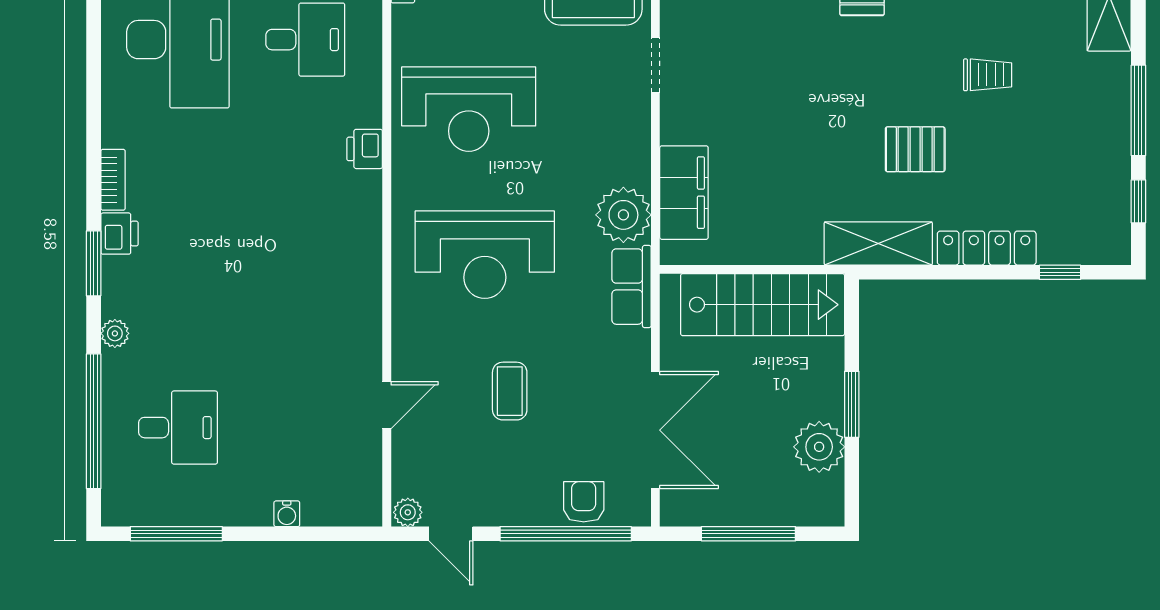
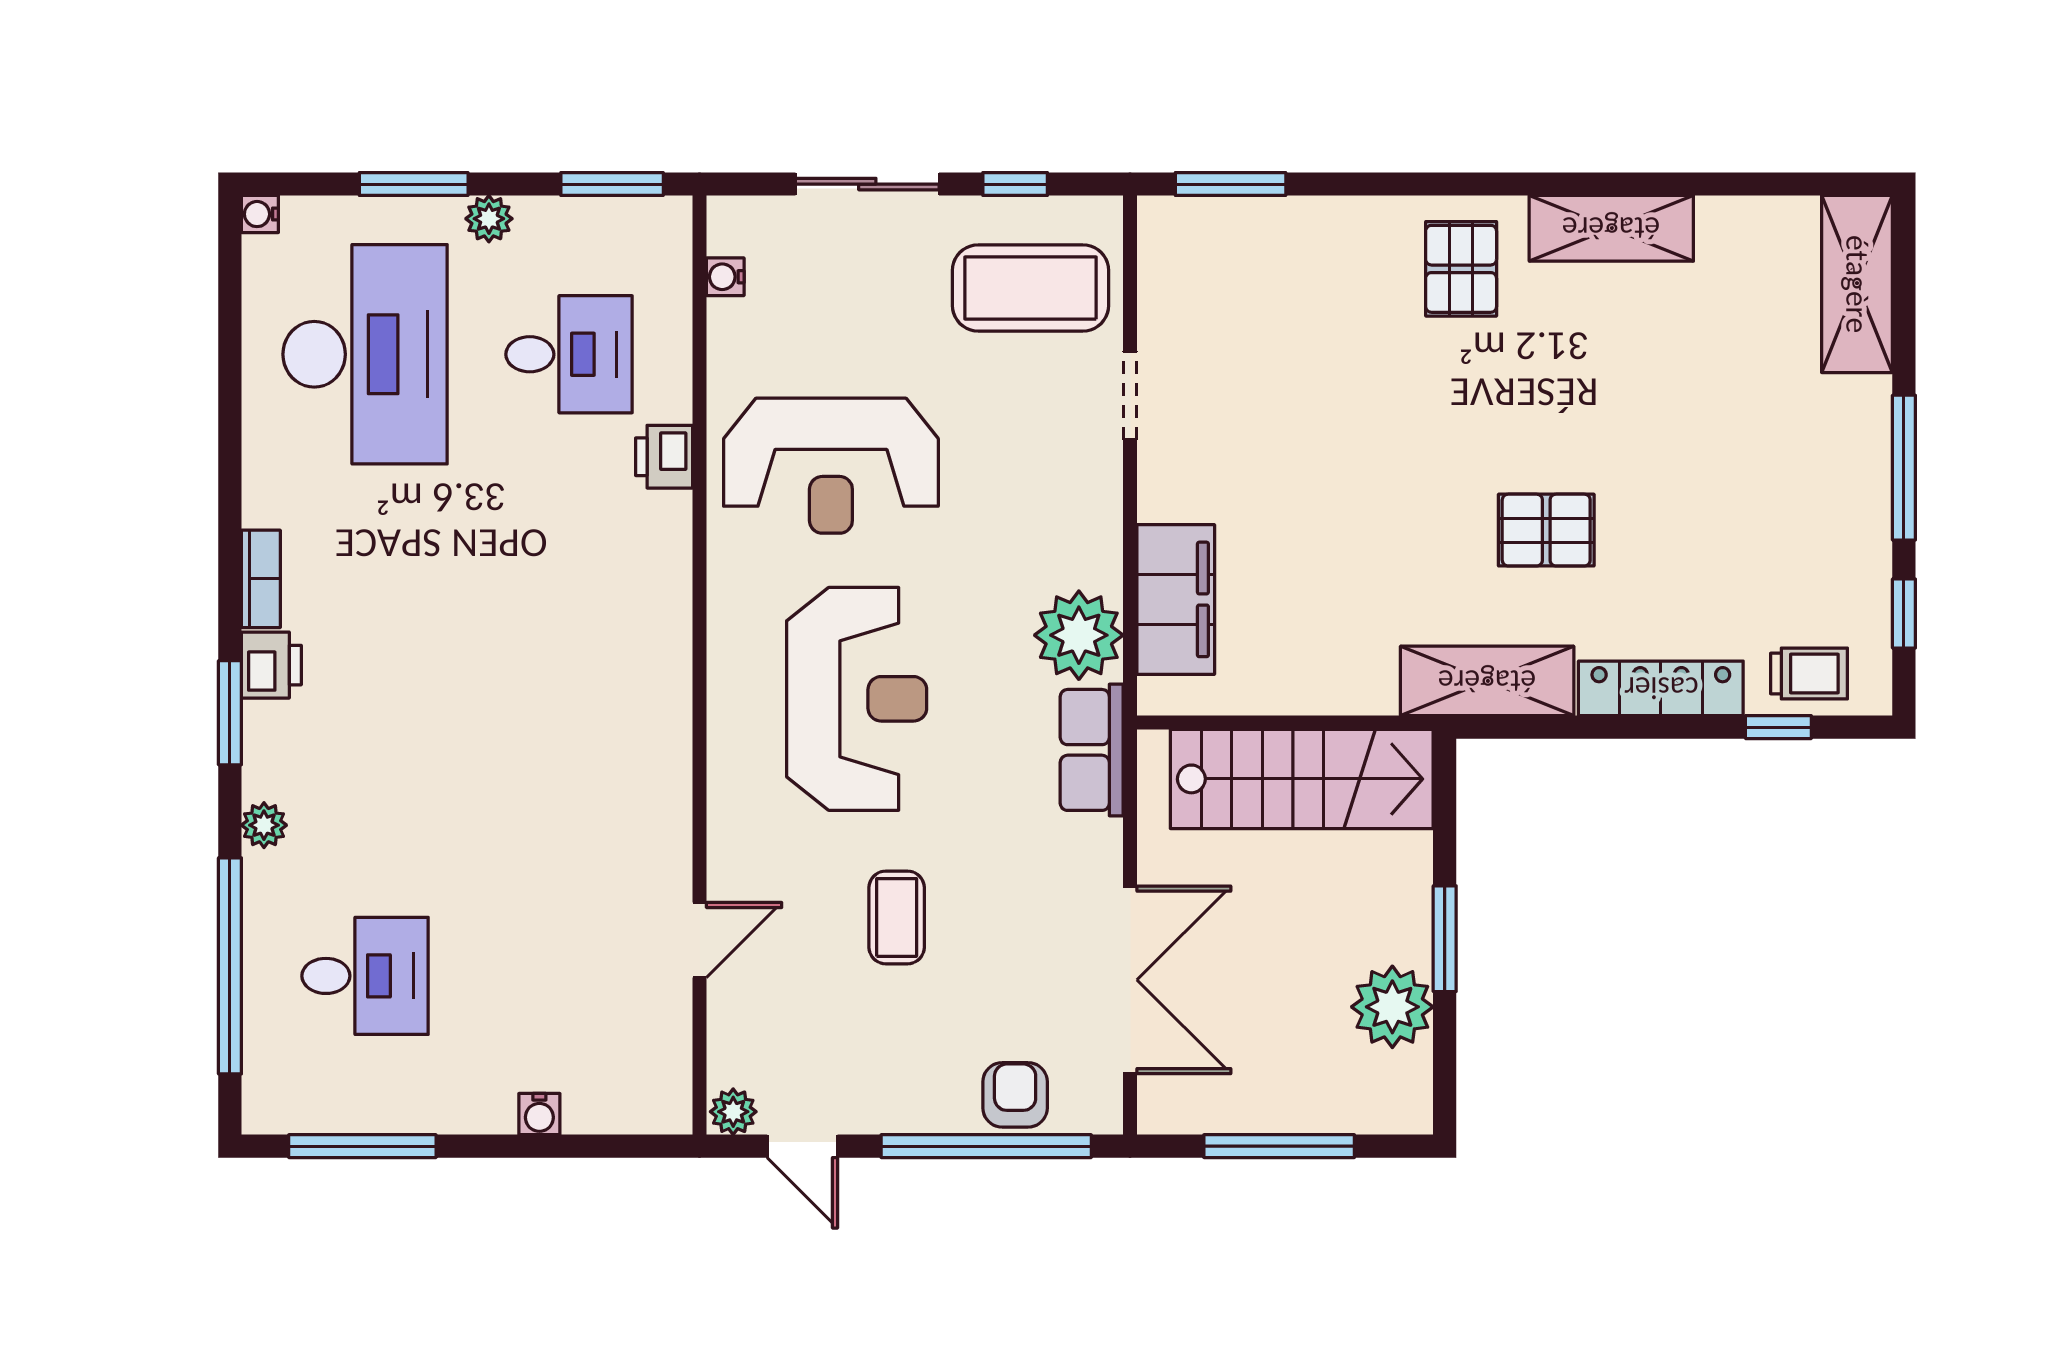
trolley: (988, 75) -> (1809, 674), moved
printer: (365, 149) -> (664, 457), moved
reception desk: (485, 255) -> (857, 699), turned -90

